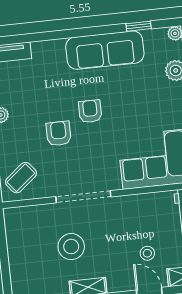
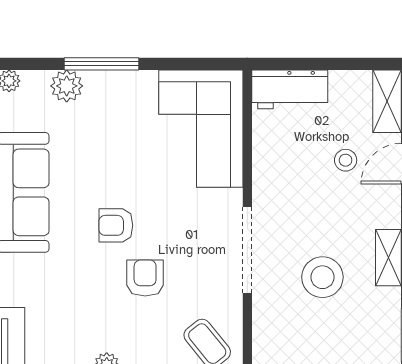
armchair: (59, 134) -> (145, 278), turned 90

